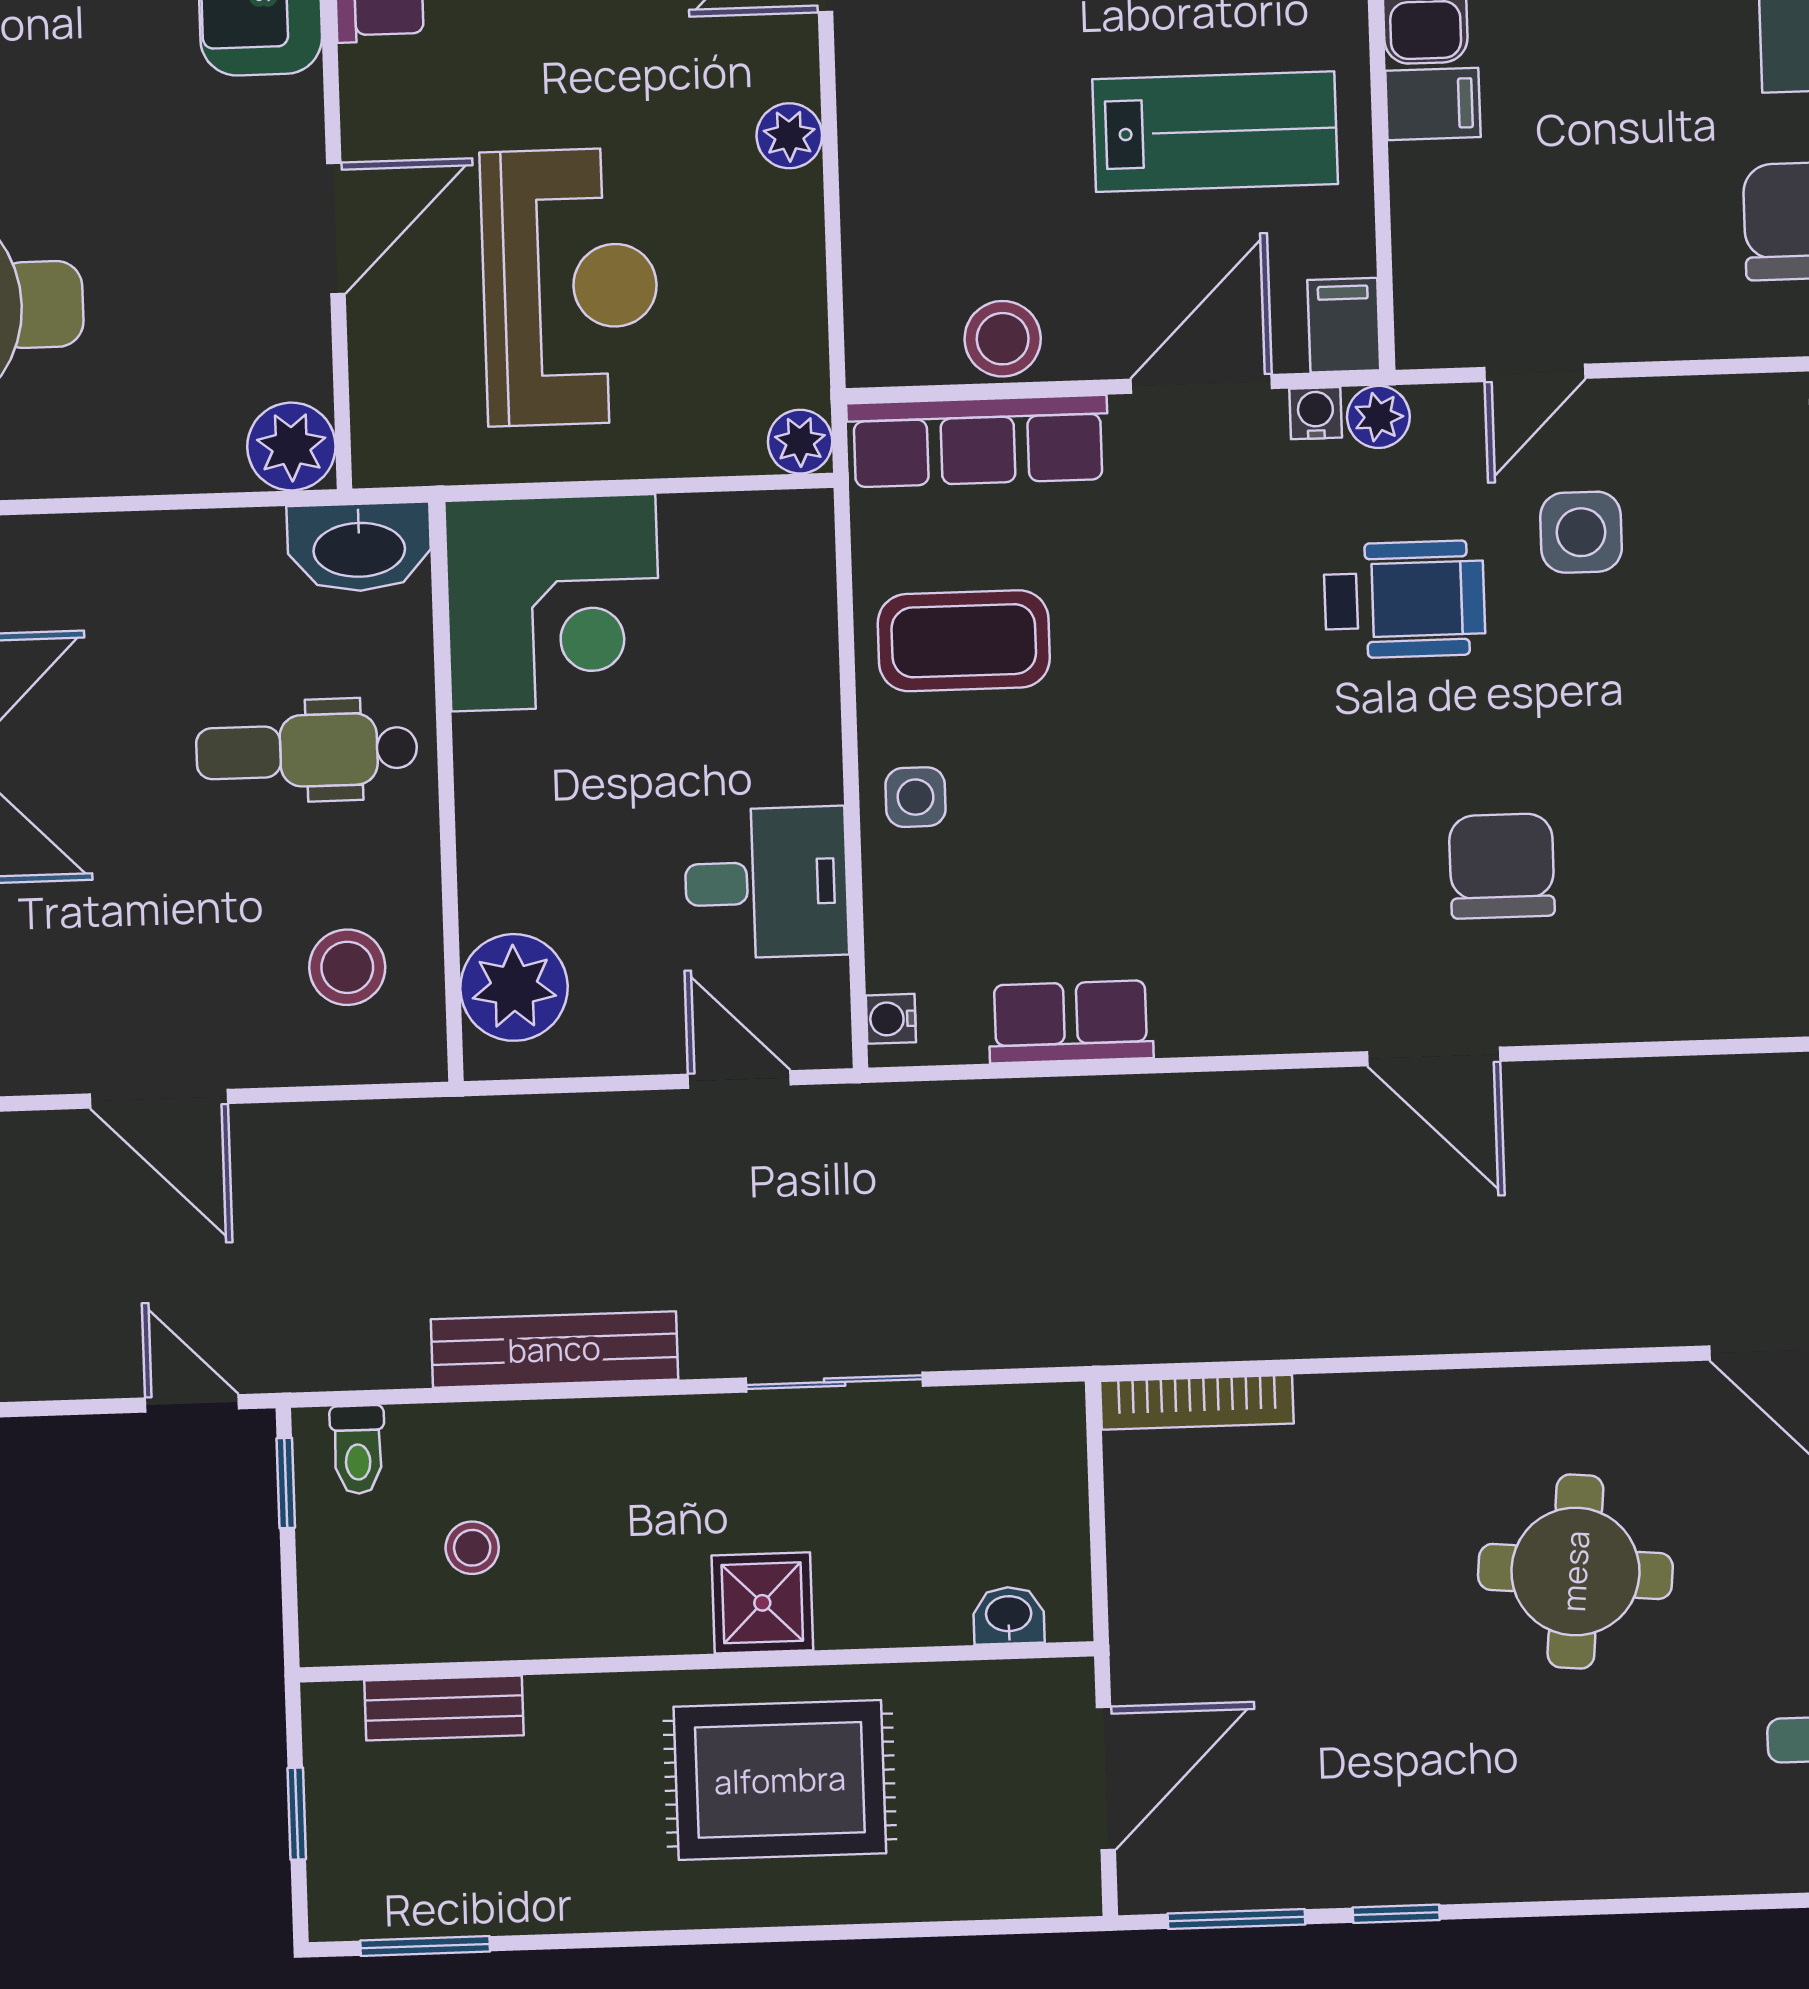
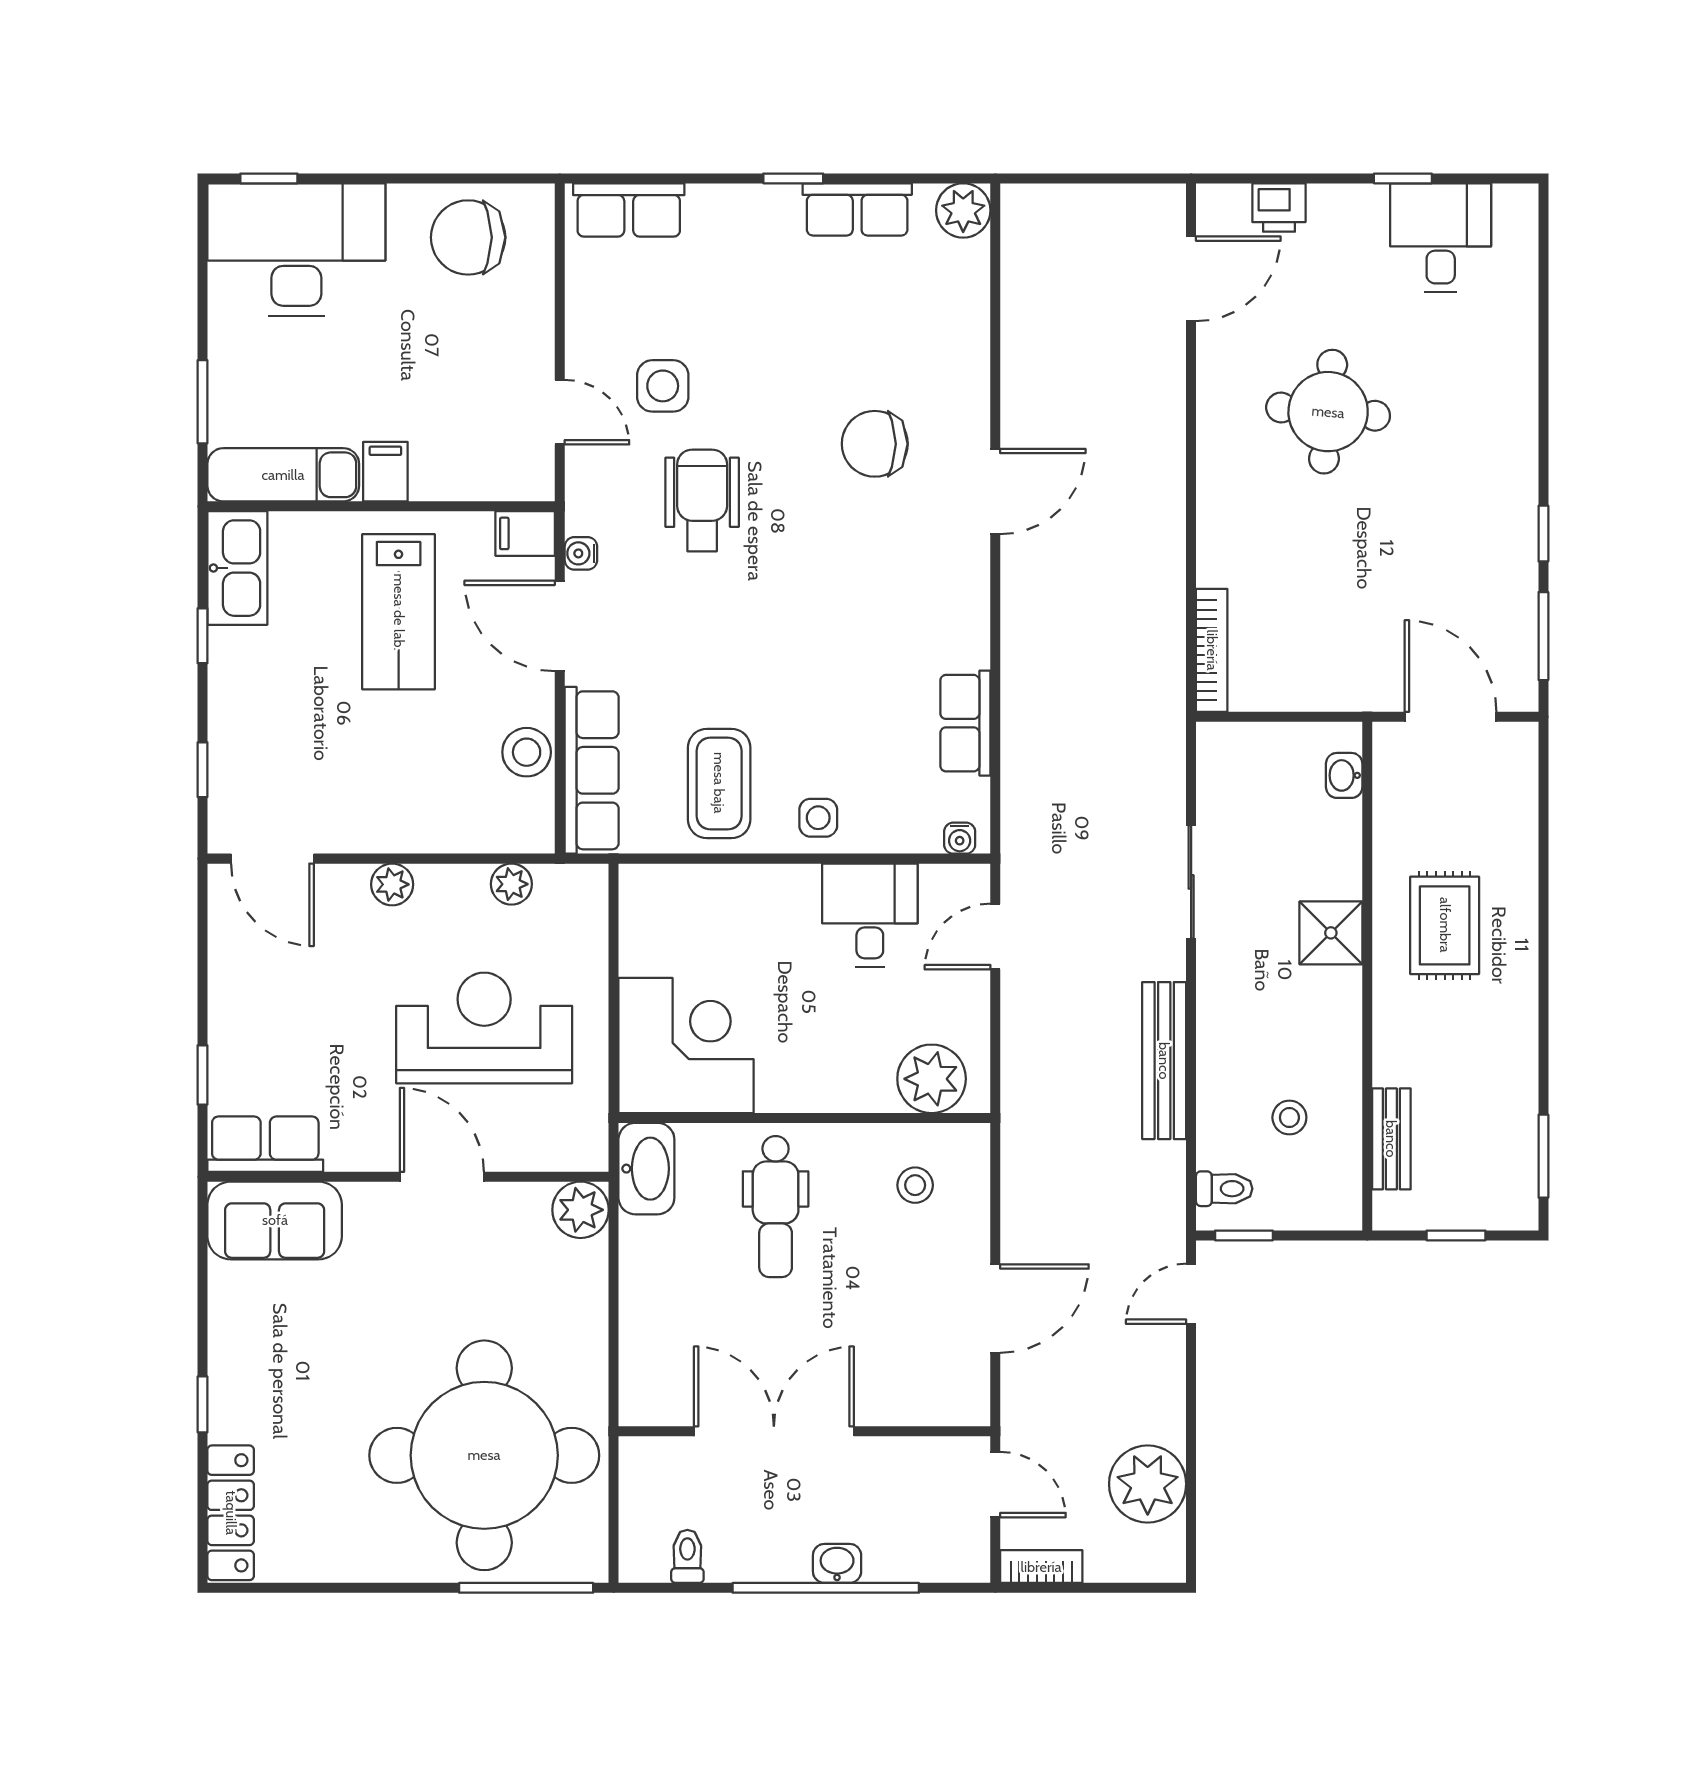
lab bench: (1215, 132) -> (399, 612), turned 180
plant: (1378, 417) -> (585, 513), removed
plant: (800, 442) -> (511, 884), moved
stool: (347, 967) -> (915, 1185), width x0.73, depth x0.73
rug: (780, 1780) -> (1445, 925), width x0.73, depth x0.70

